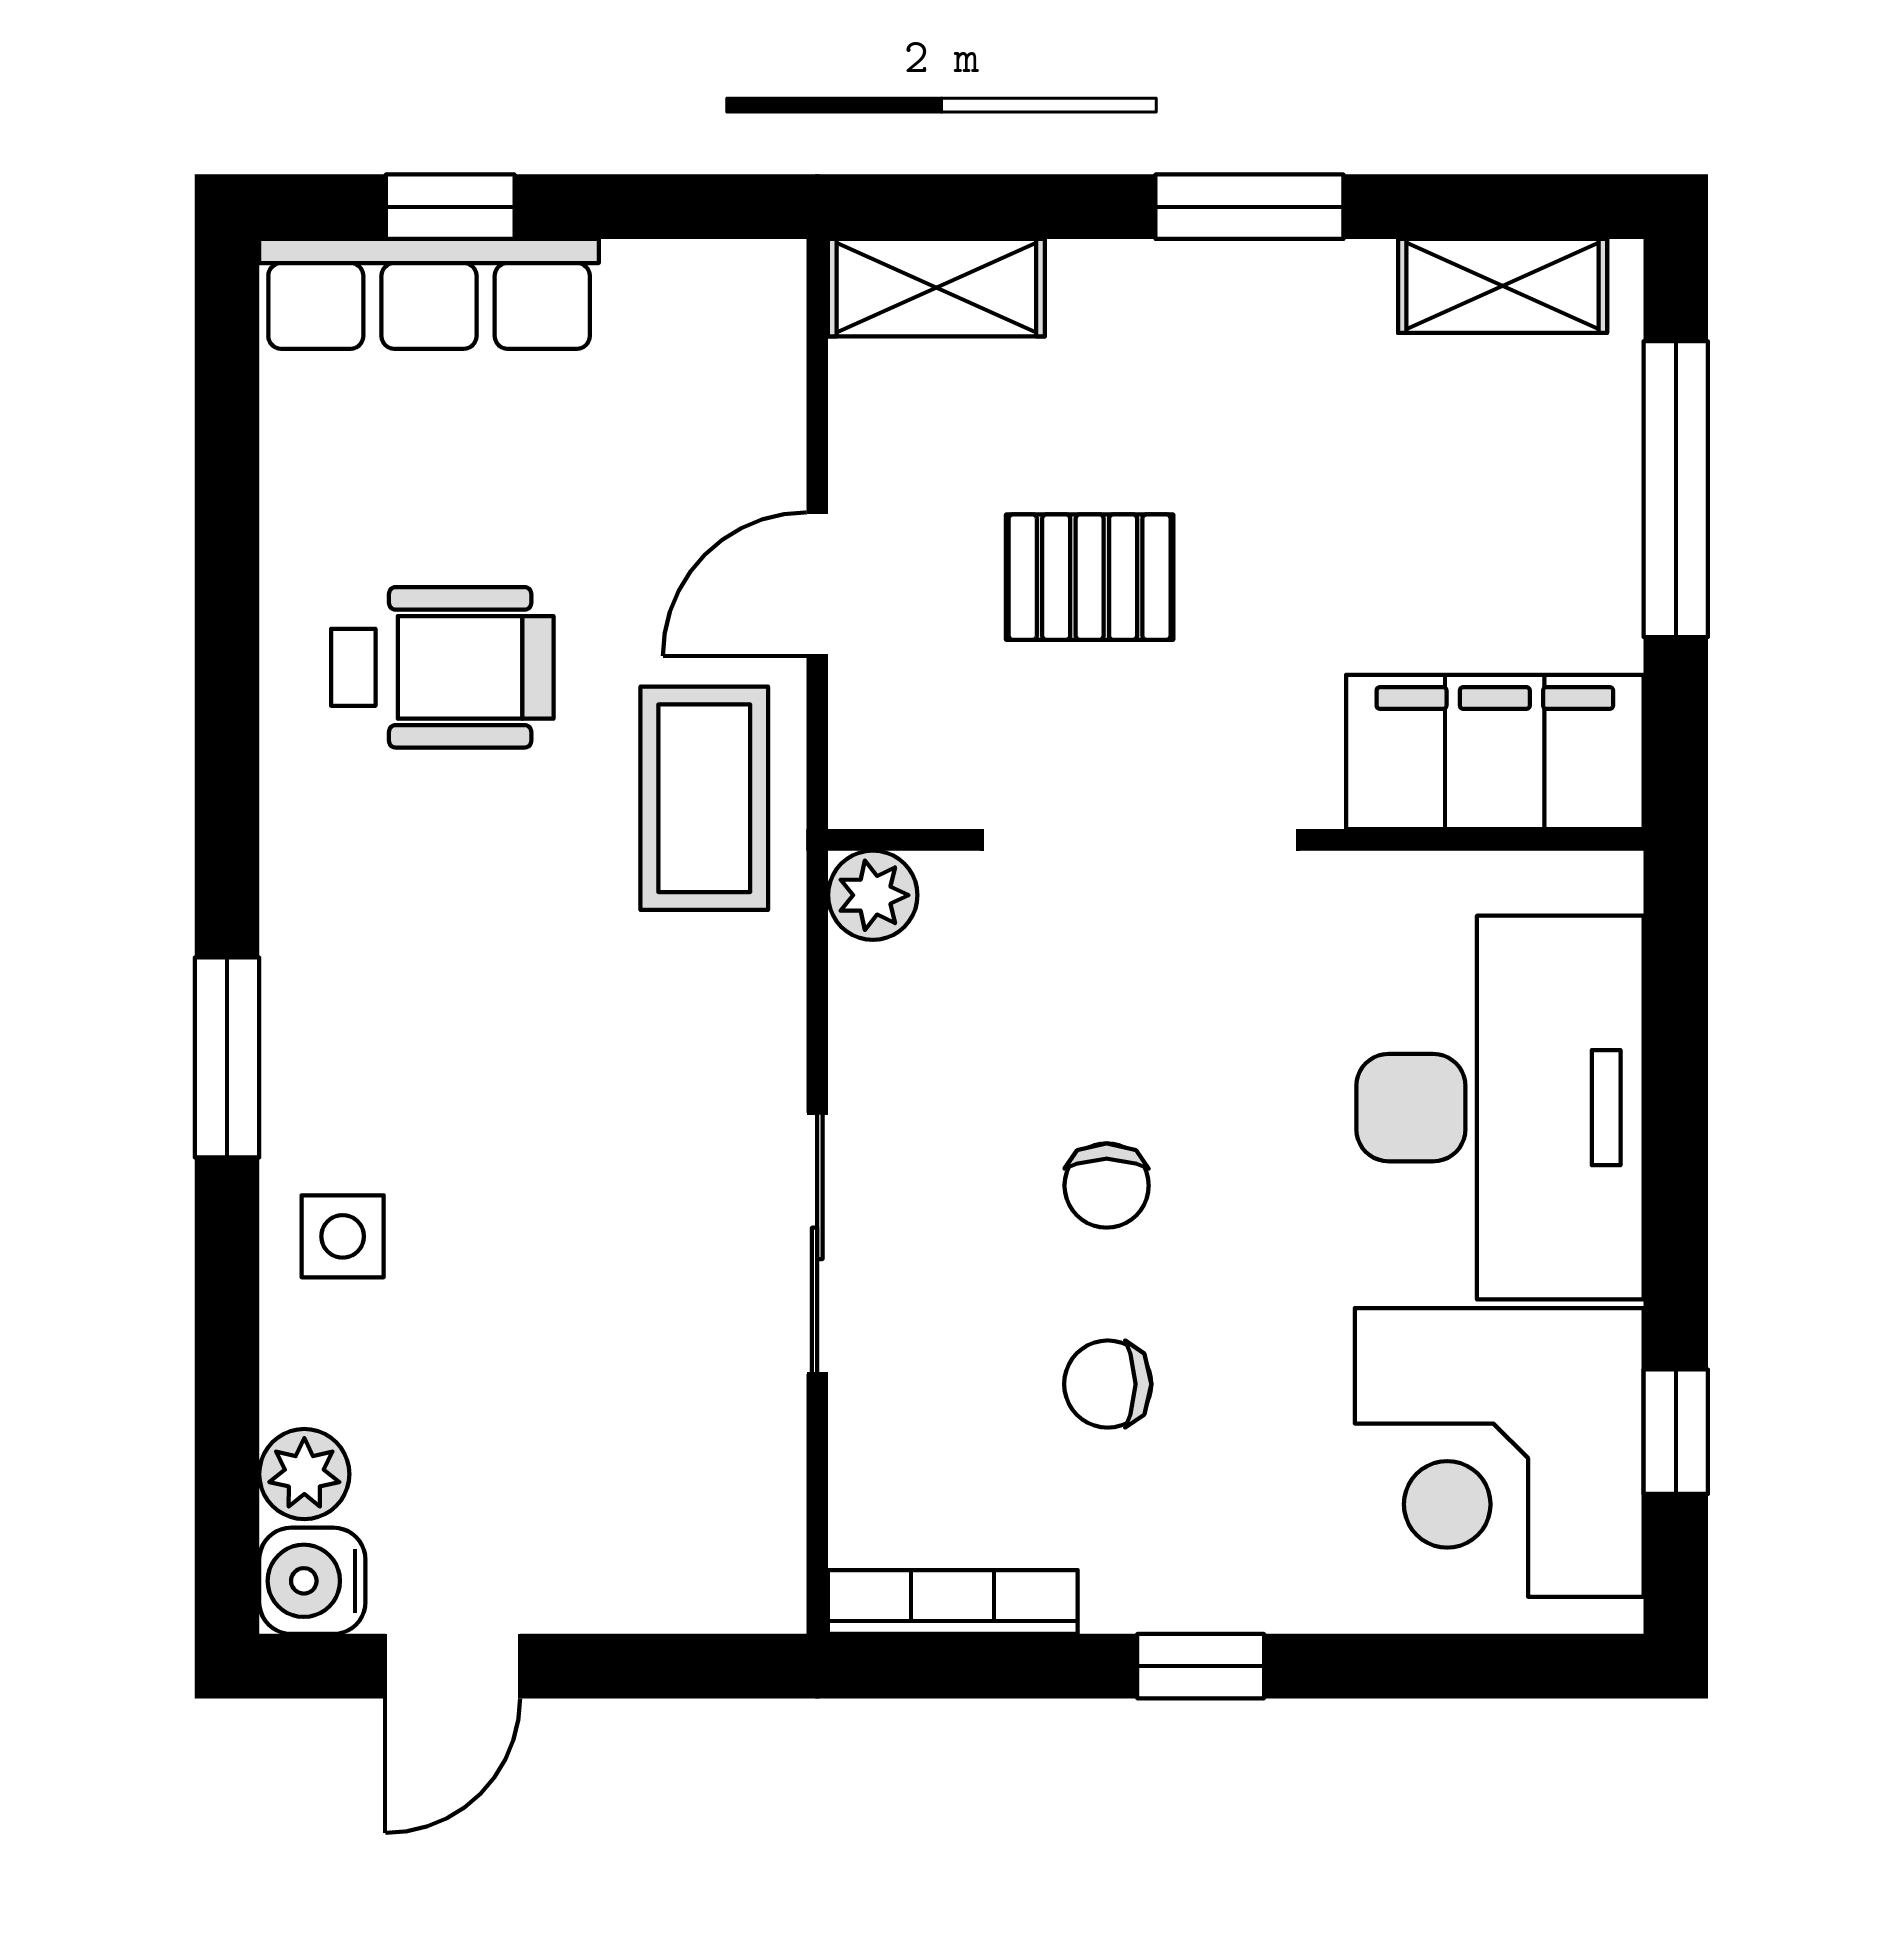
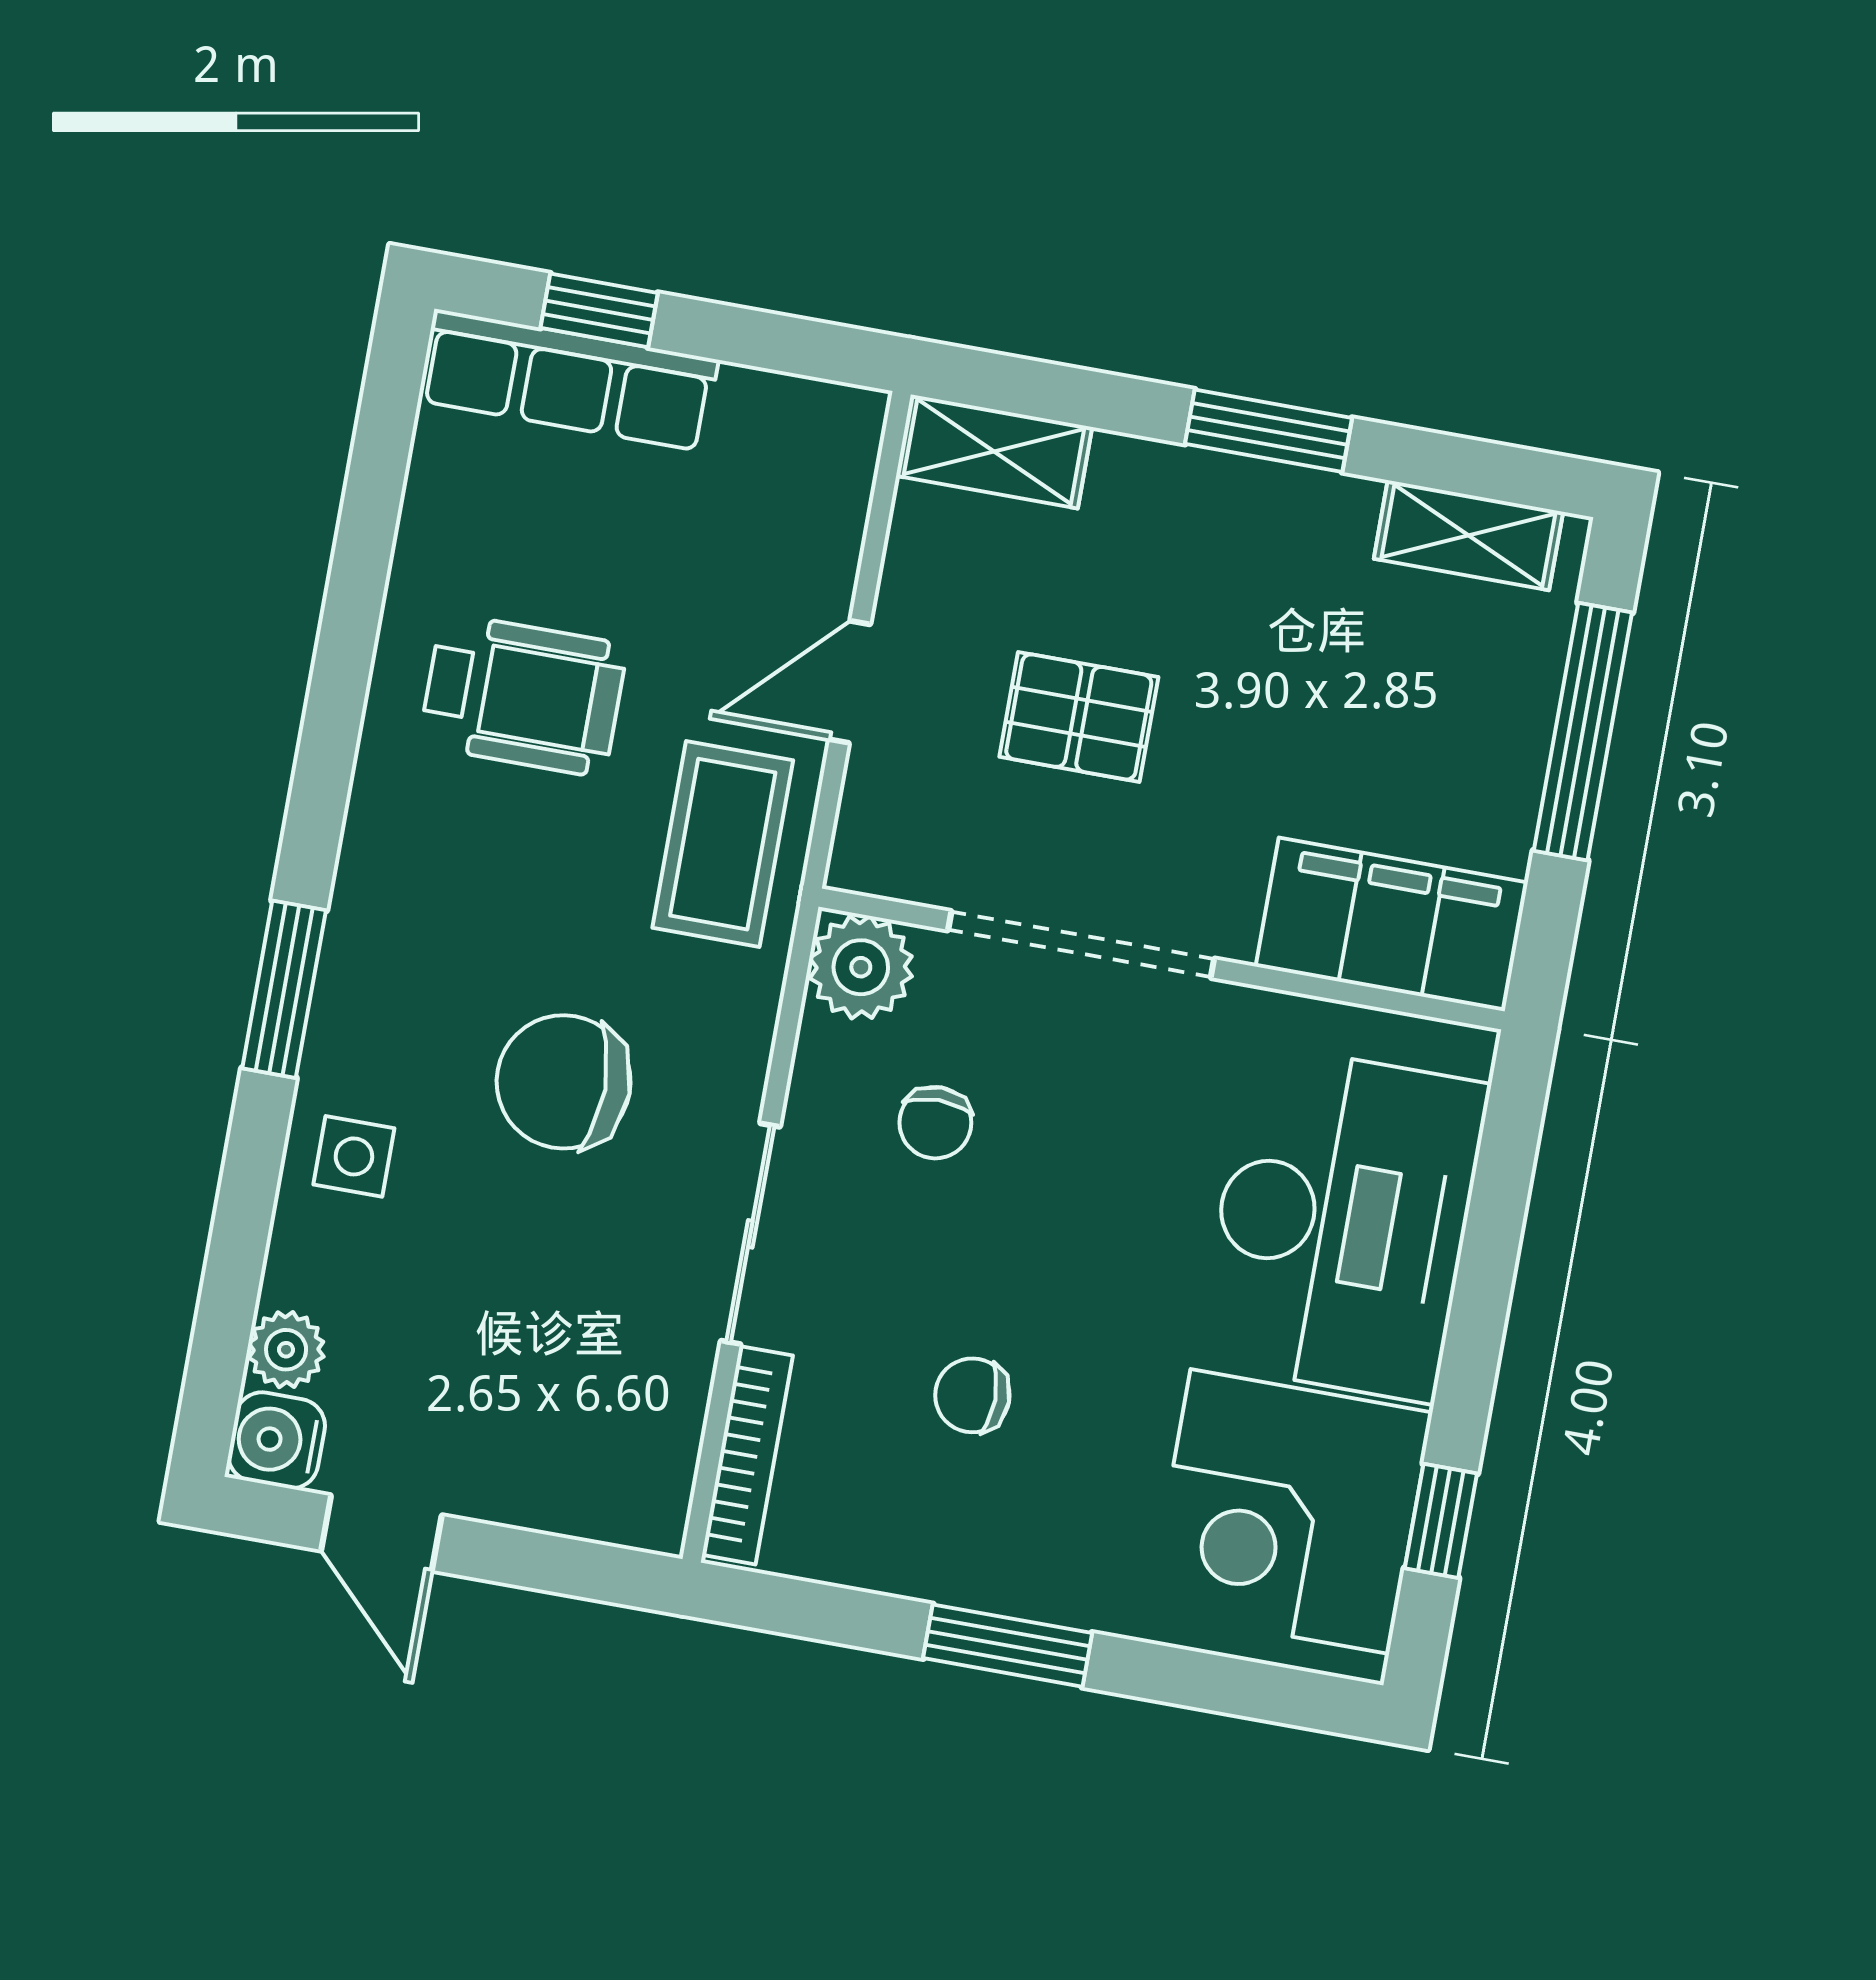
plant: (873, 895) -> (861, 967), width x1.38, depth x1.38
chair: (570, 1106) -> (564, 1082), added
chair: (1107, 1186) -> (935, 1123), moved
bookcase: (953, 1602) -> (747, 1455), moved, turned 90
door: (453, 1666) -> (381, 1533), hinge flipped
window: (1201, 1666) -> (1008, 1646), width x1.50

